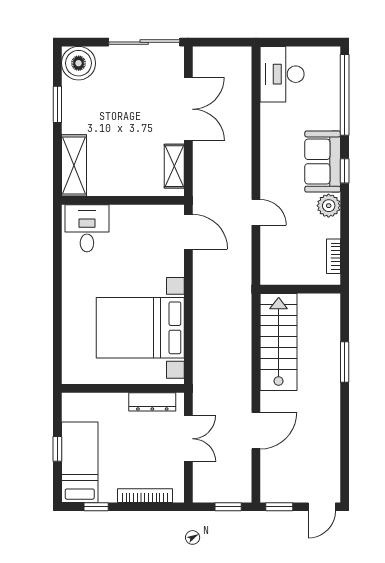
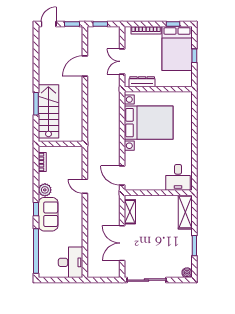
boiler: (79, 63) -> (187, 273), width x0.54, depth x0.54
stairs: (279, 342) -> (48, 111), moved, turned 180
bed: (80, 462) -> (177, 49), width x1.50

